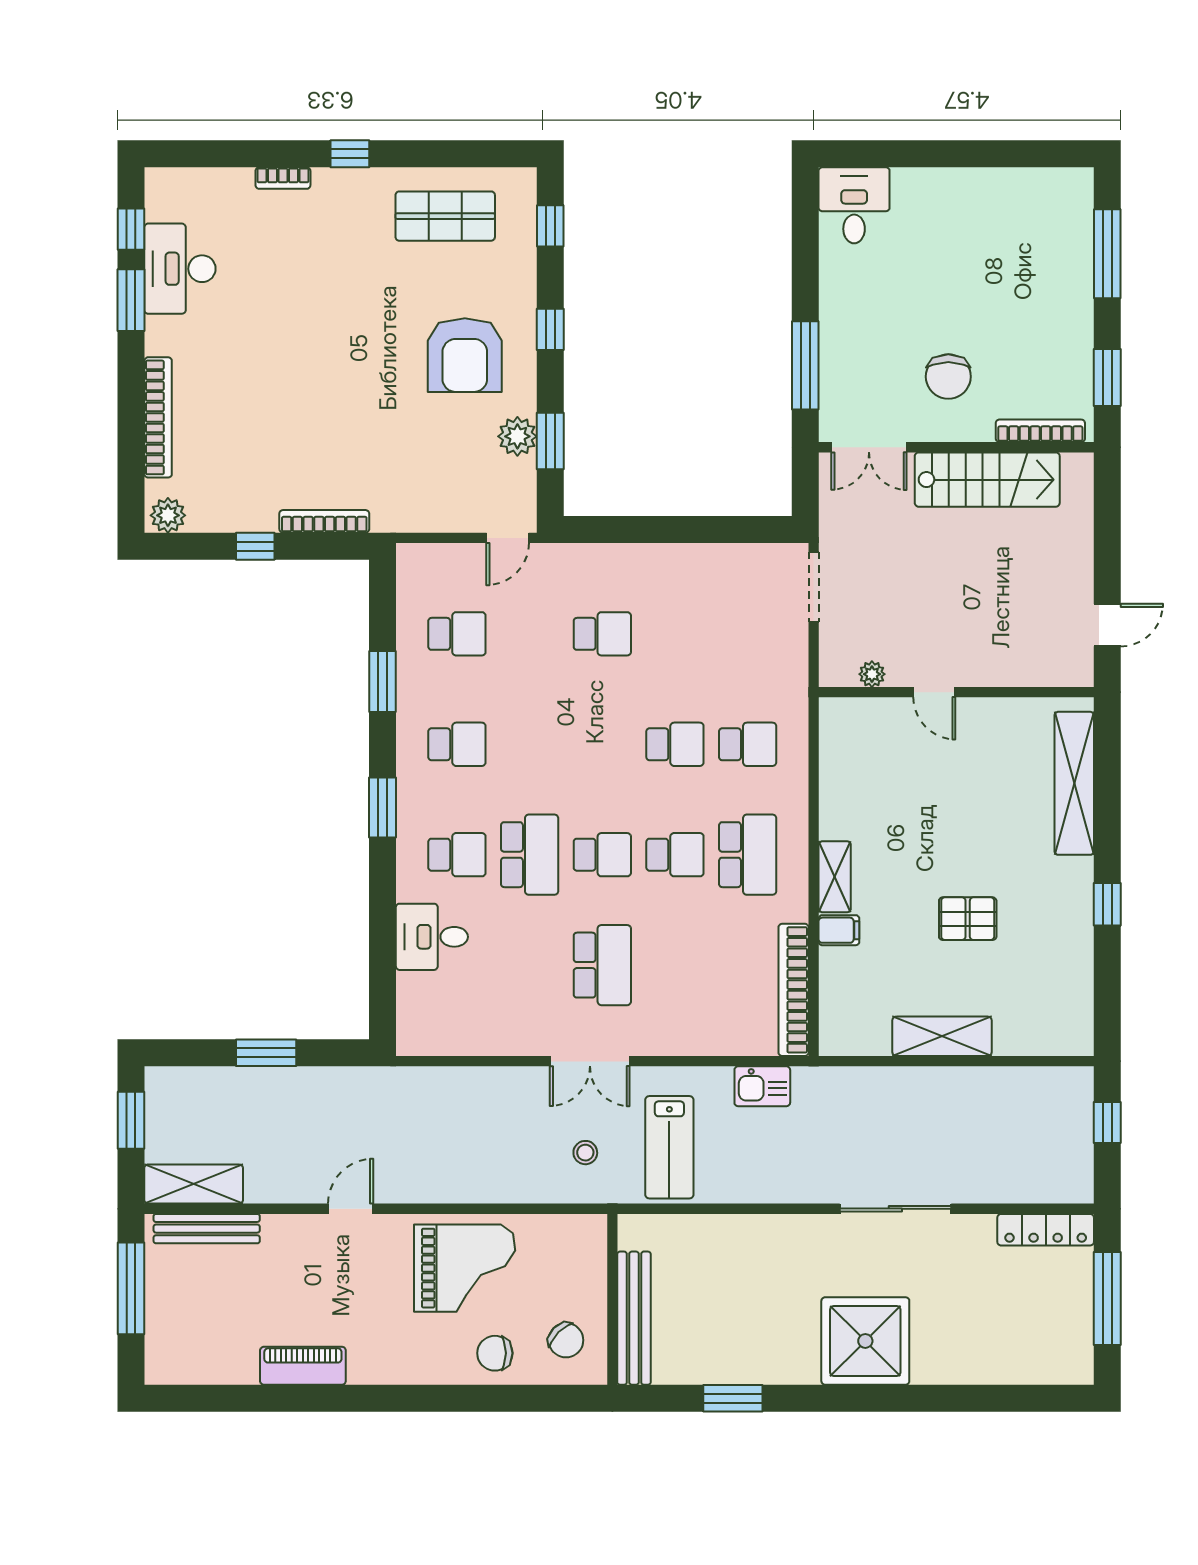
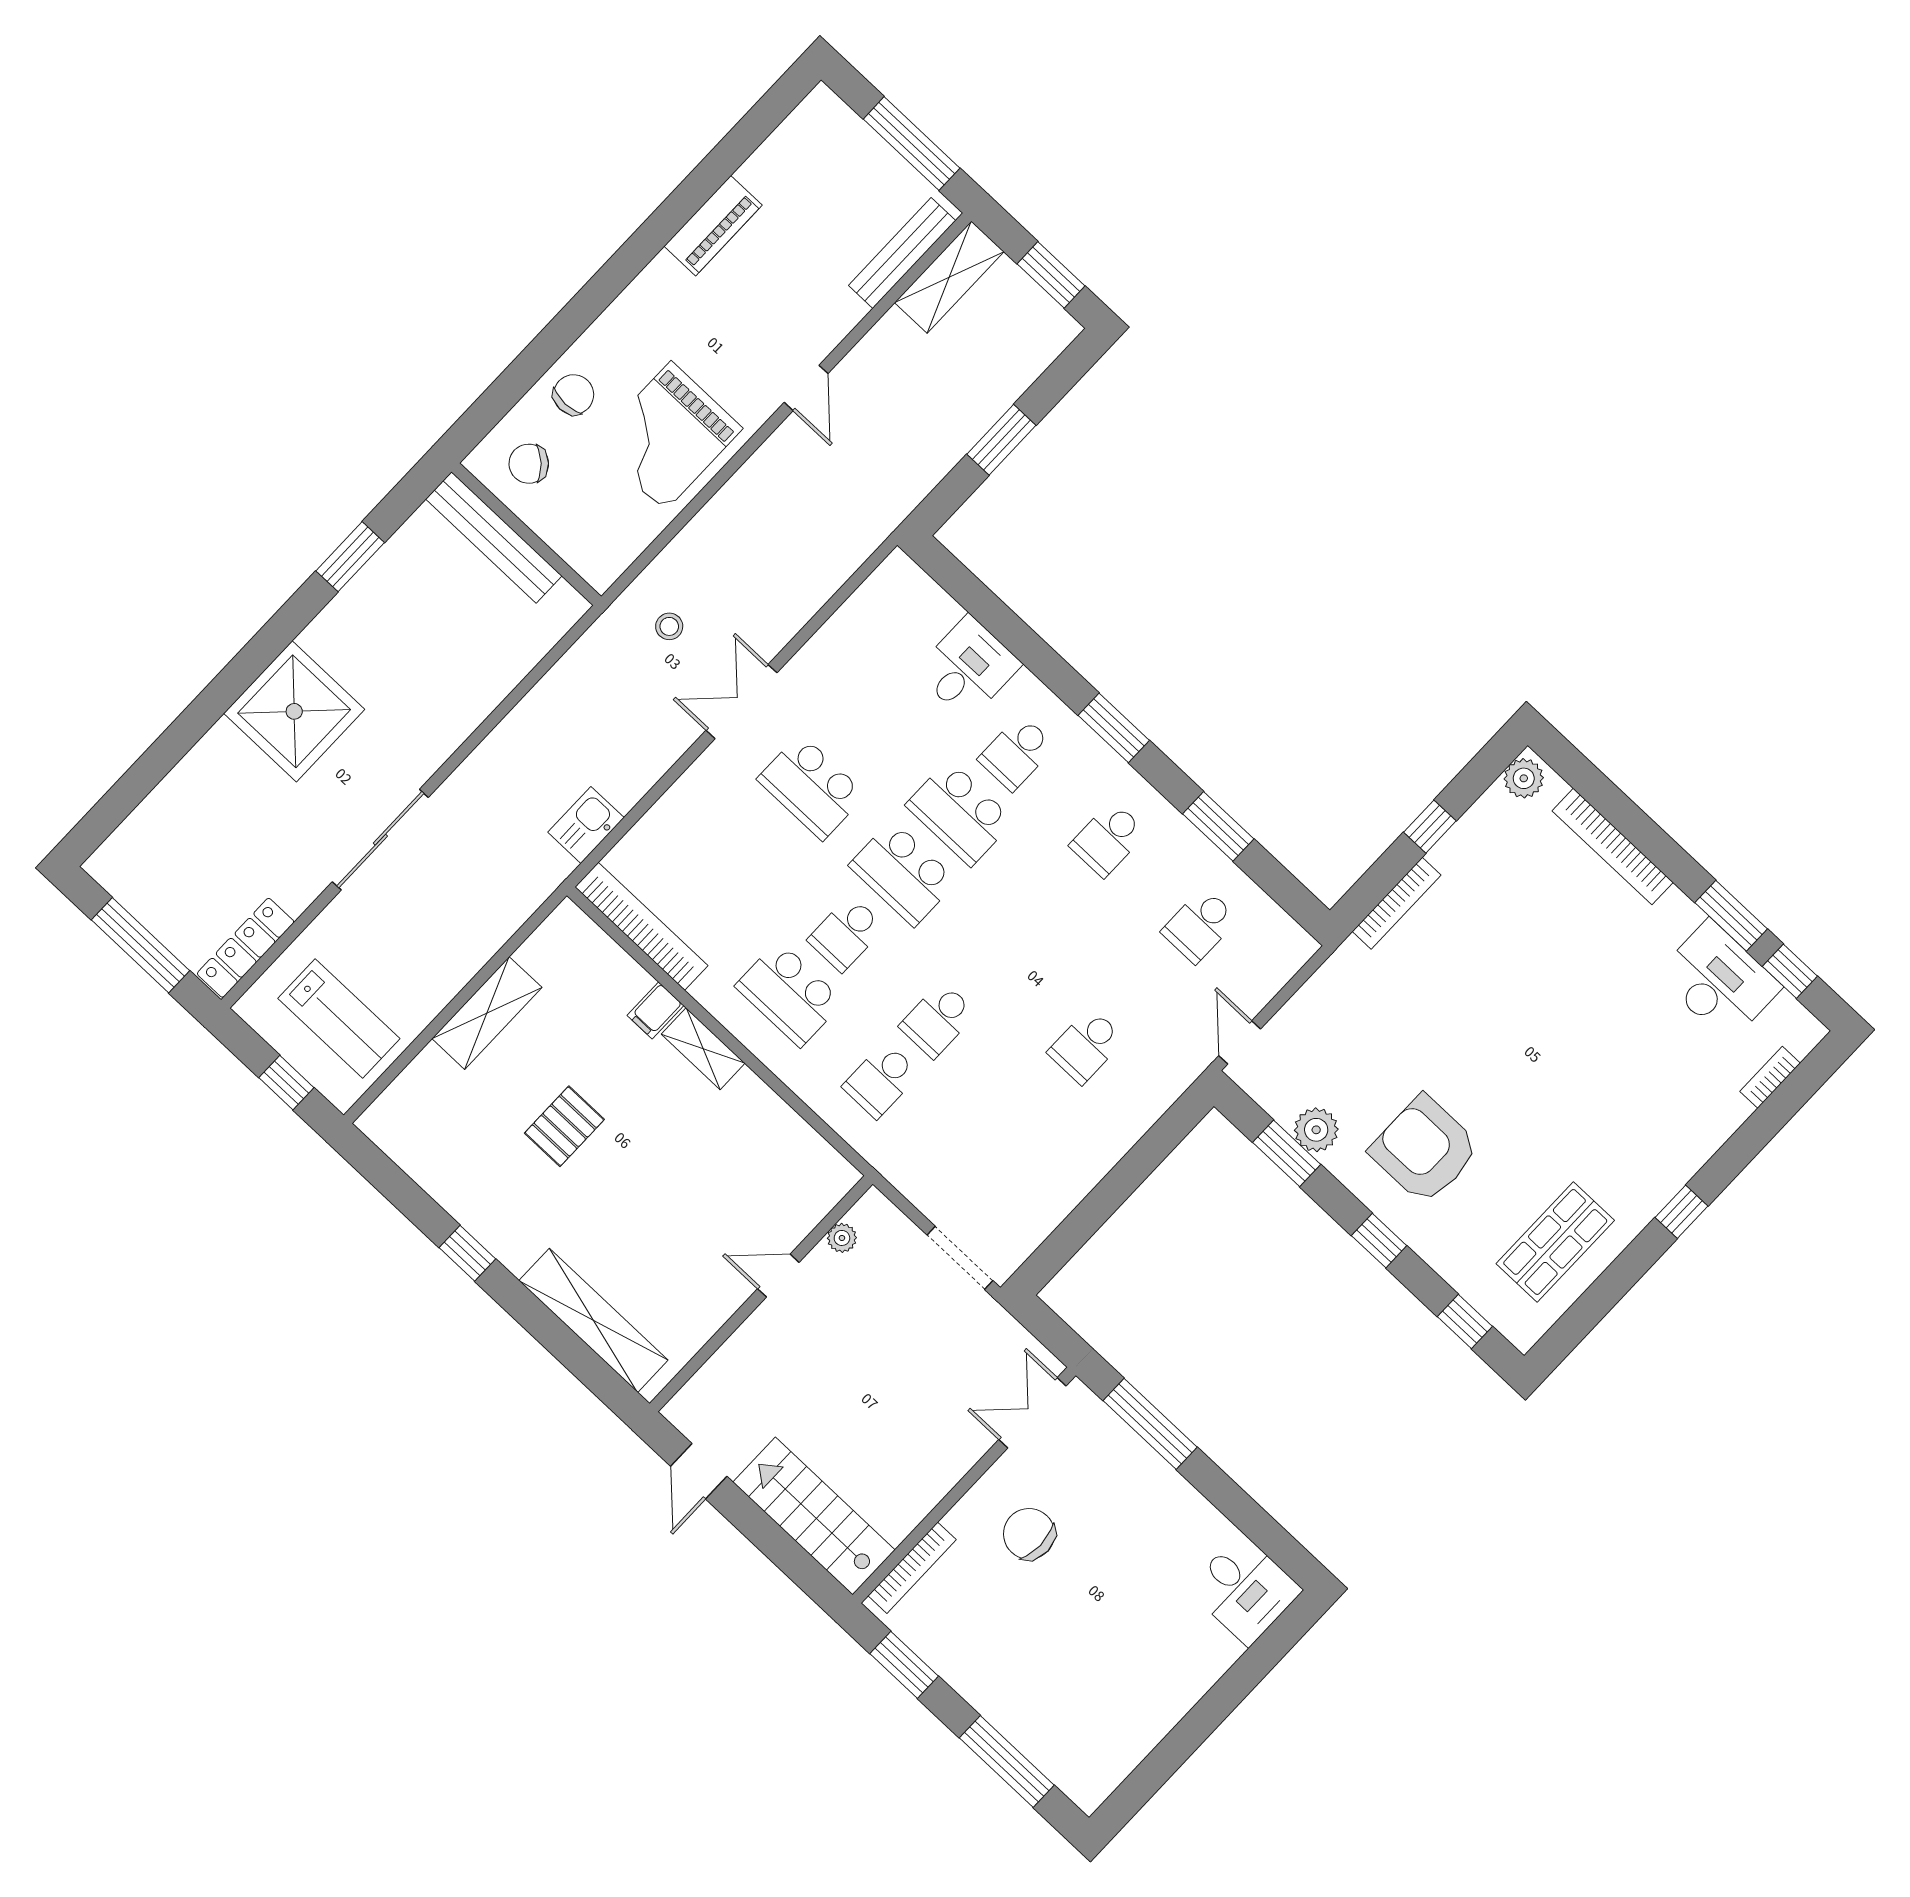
bookcase: (283, 178) -> (1770, 1077), moved
stairs: (987, 480) -> (814, 1516), moved, turned 90
school desk: (602, 855) -> (903, 873), width x1.85
lab bench: (669, 1147) -> (339, 1018), moved, turned 180

